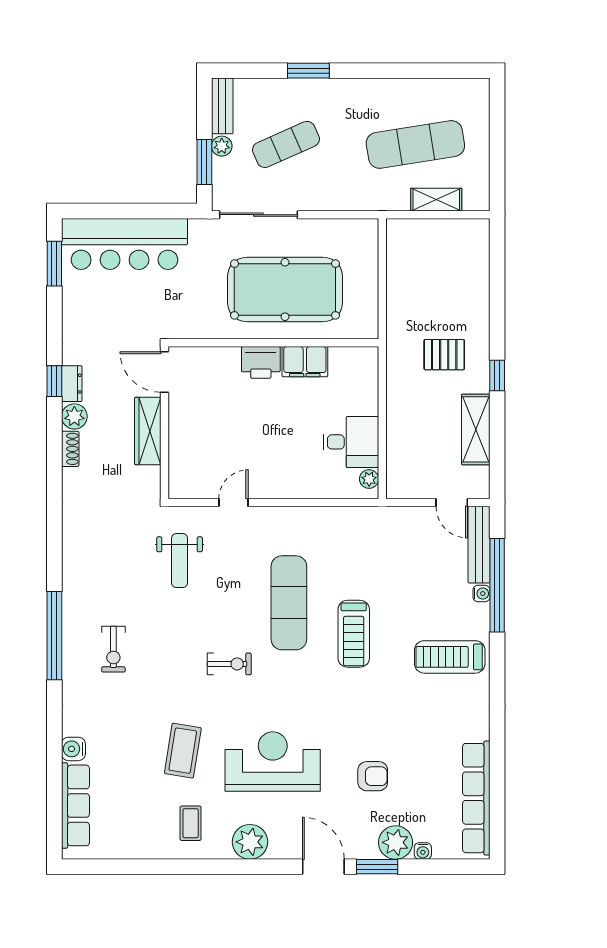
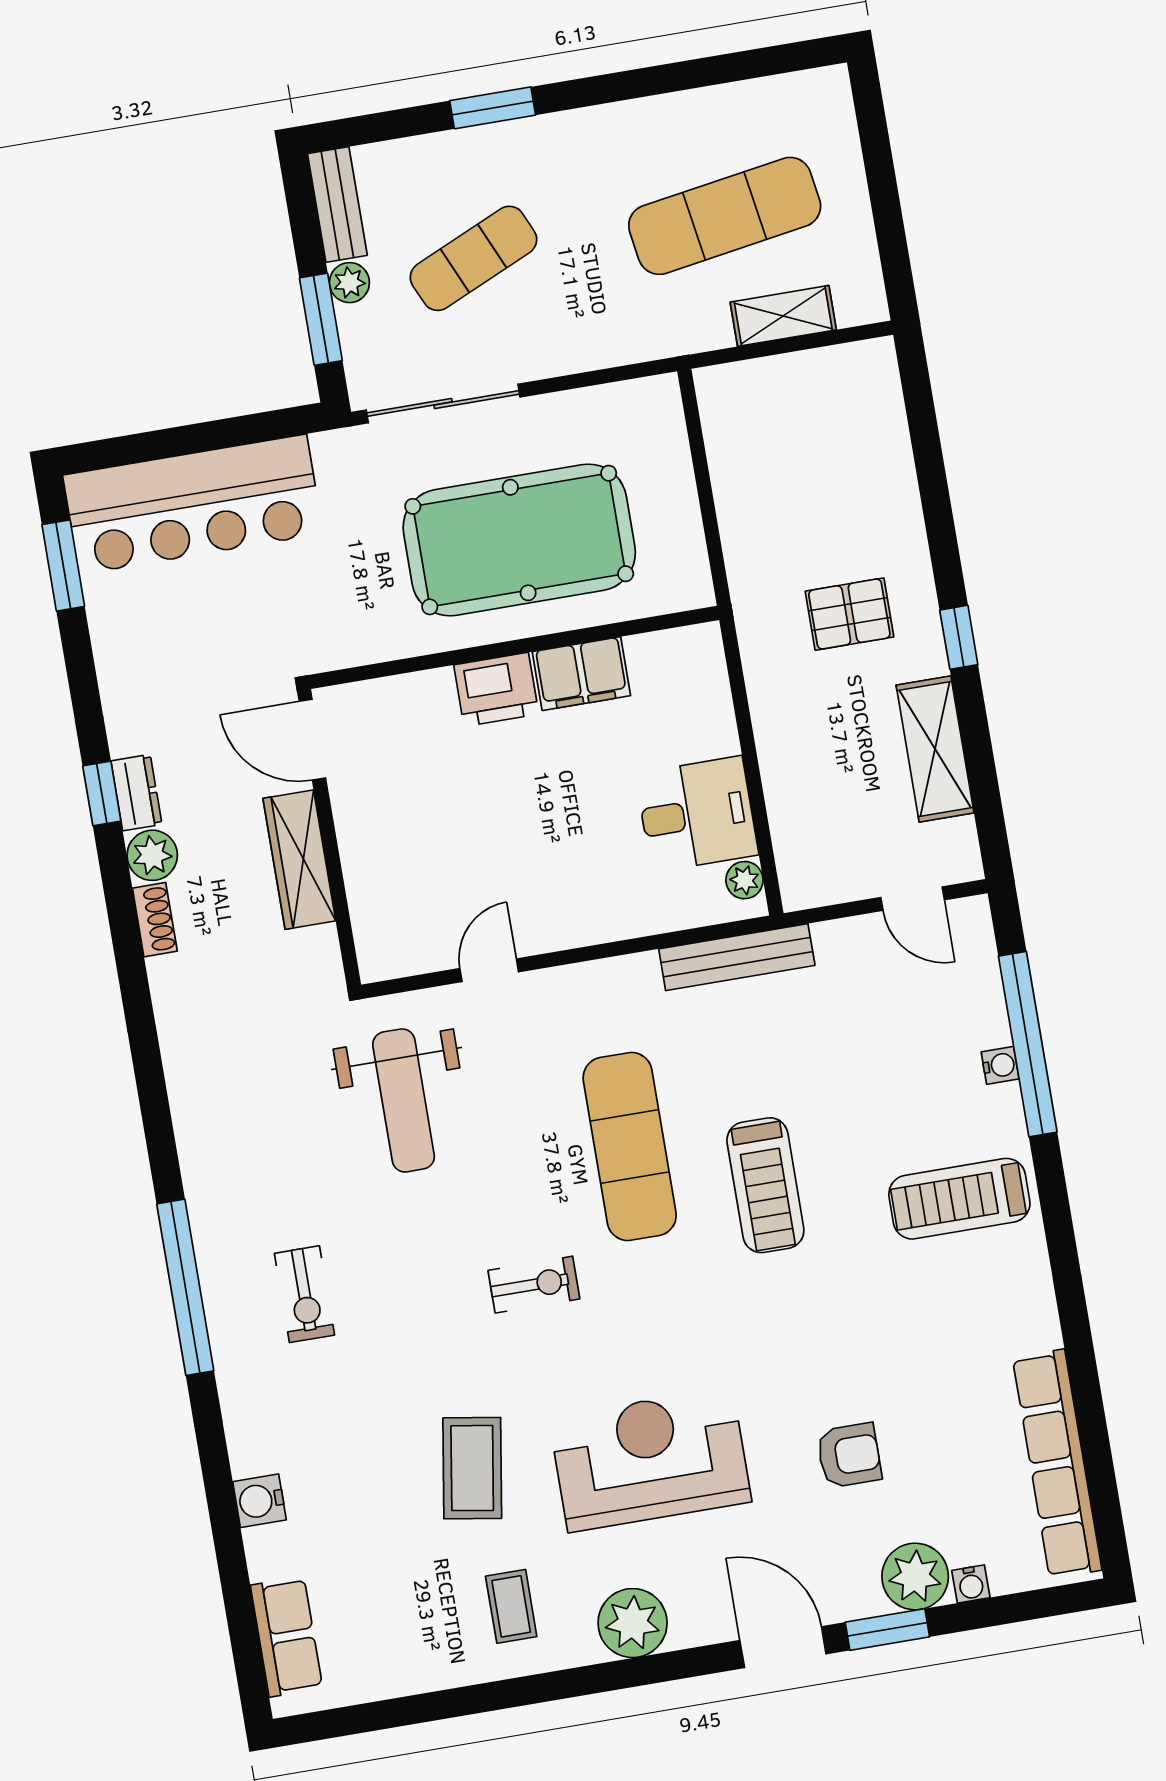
bench: (479, 545) -> (737, 957), moved, turned 90
weight bench: (180, 561) -> (404, 1100), width x1.36, depth x1.33
row of seats: (75, 805) -> (287, 1637), width x0.68

